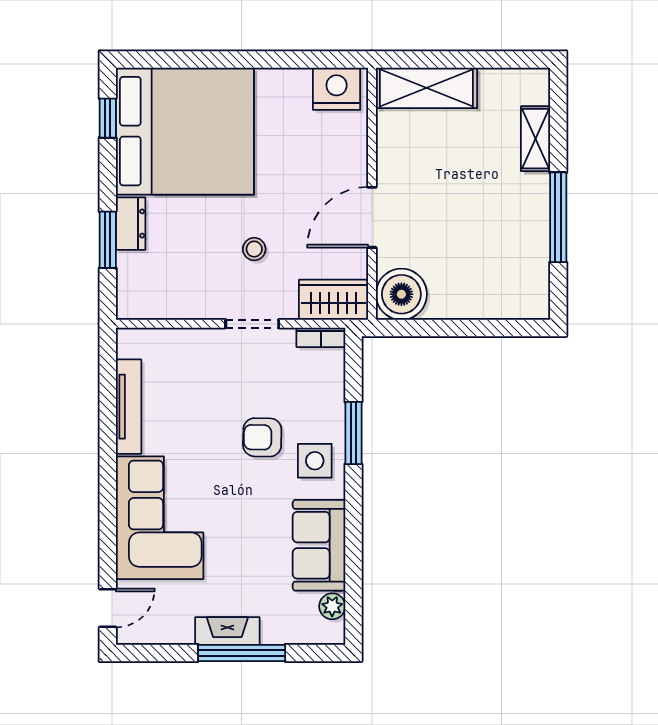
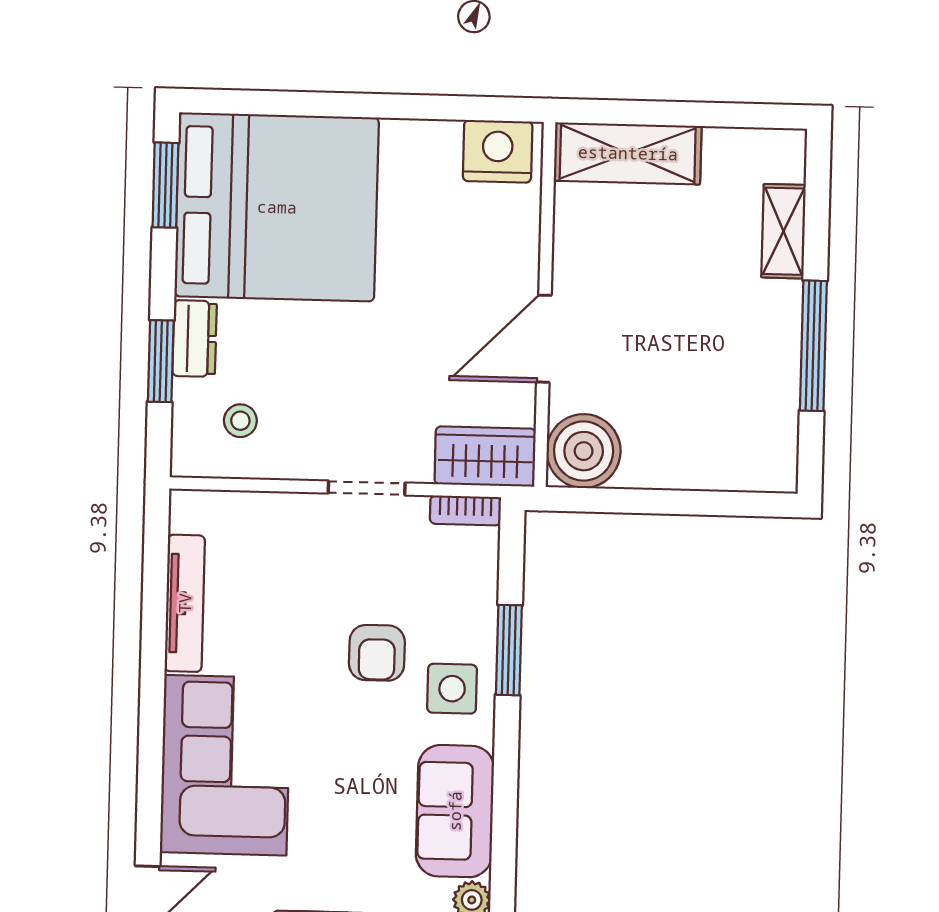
window: (108, 118) -> (165, 185), width x1.50
stool: (254, 249) -> (240, 421), moved
armchair: (262, 437) -> (377, 653), turned -91

